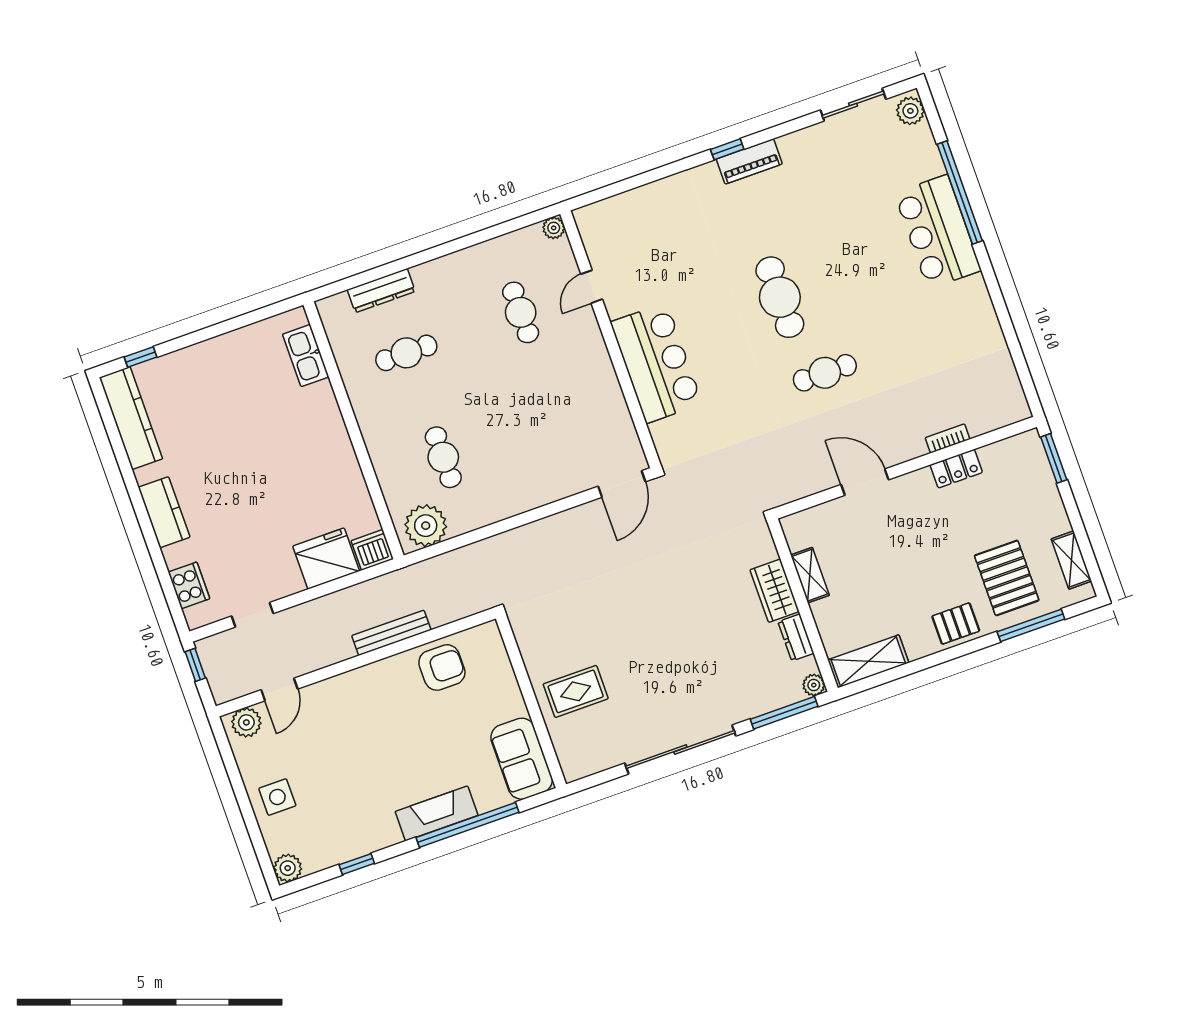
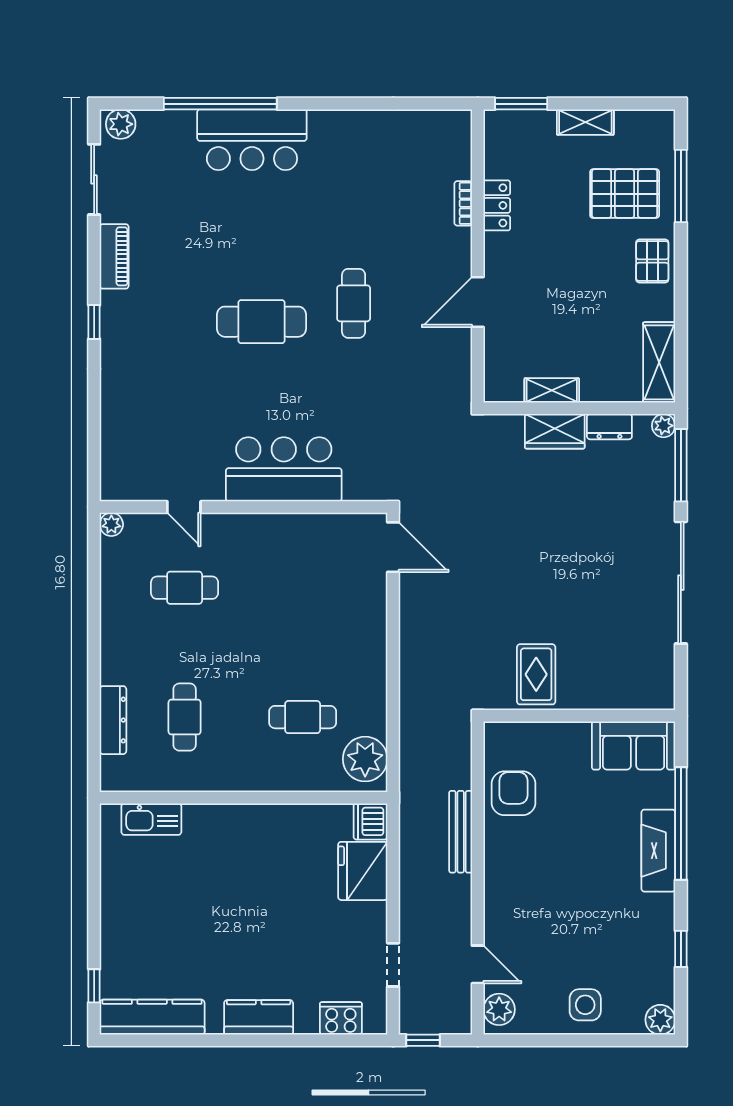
piano: (749, 161) -> (114, 256), moved
shelving: (1071, 560) -> (585, 122), moved
rug: (576, 691) -> (536, 674), moved

